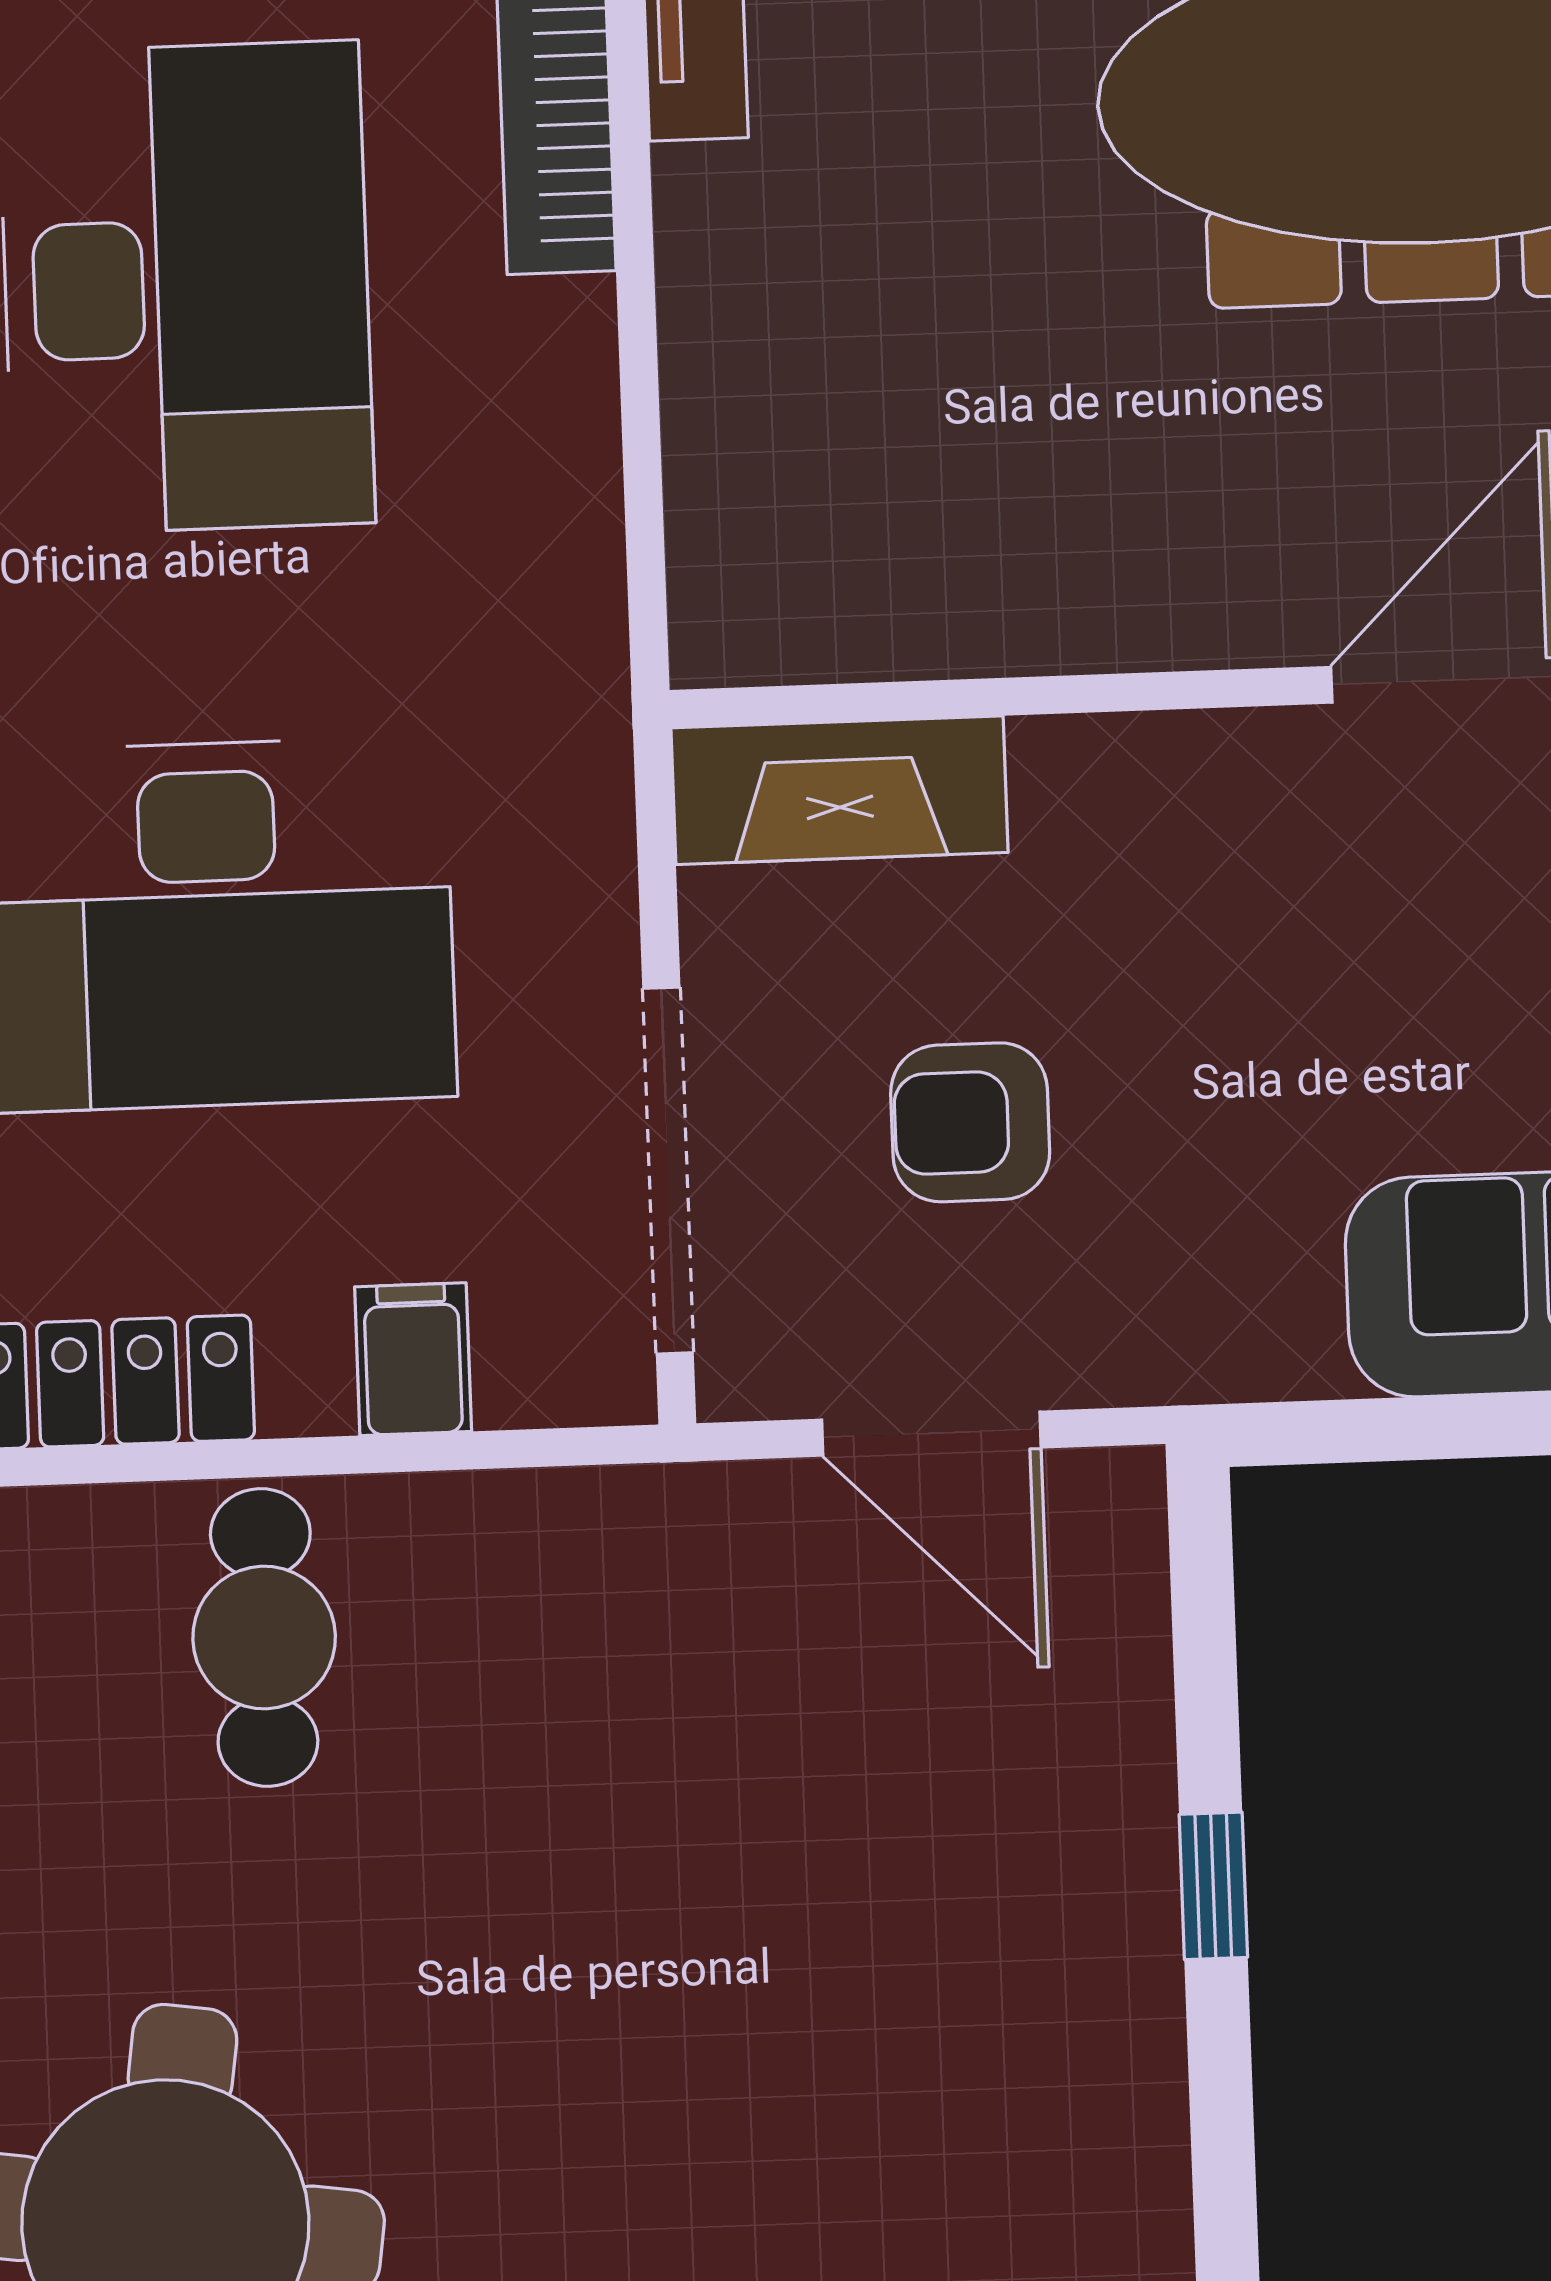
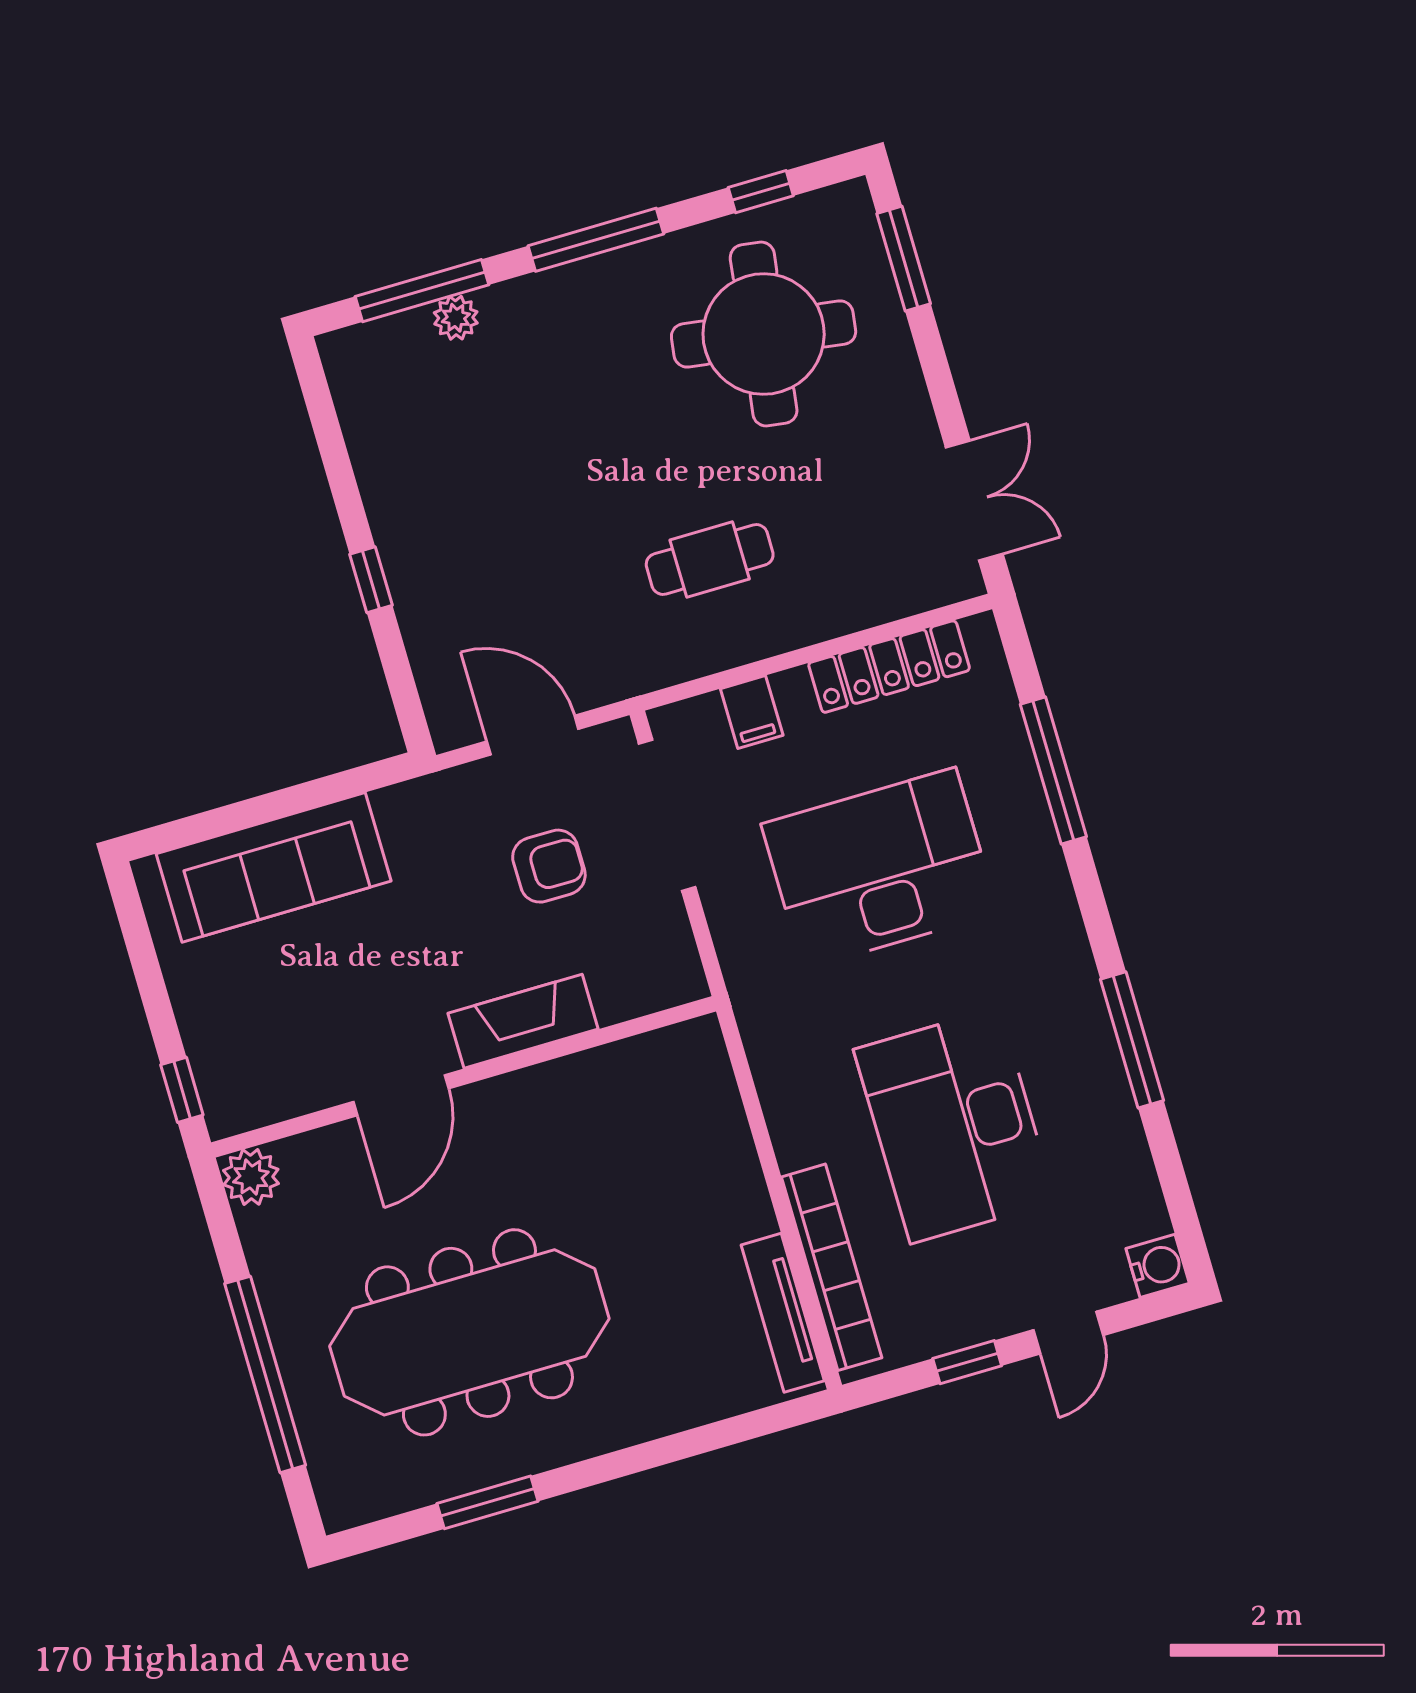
fireplace: (839, 790) -> (523, 1021), moved
cafe table: (264, 1638) -> (710, 559), moved, turned 90

